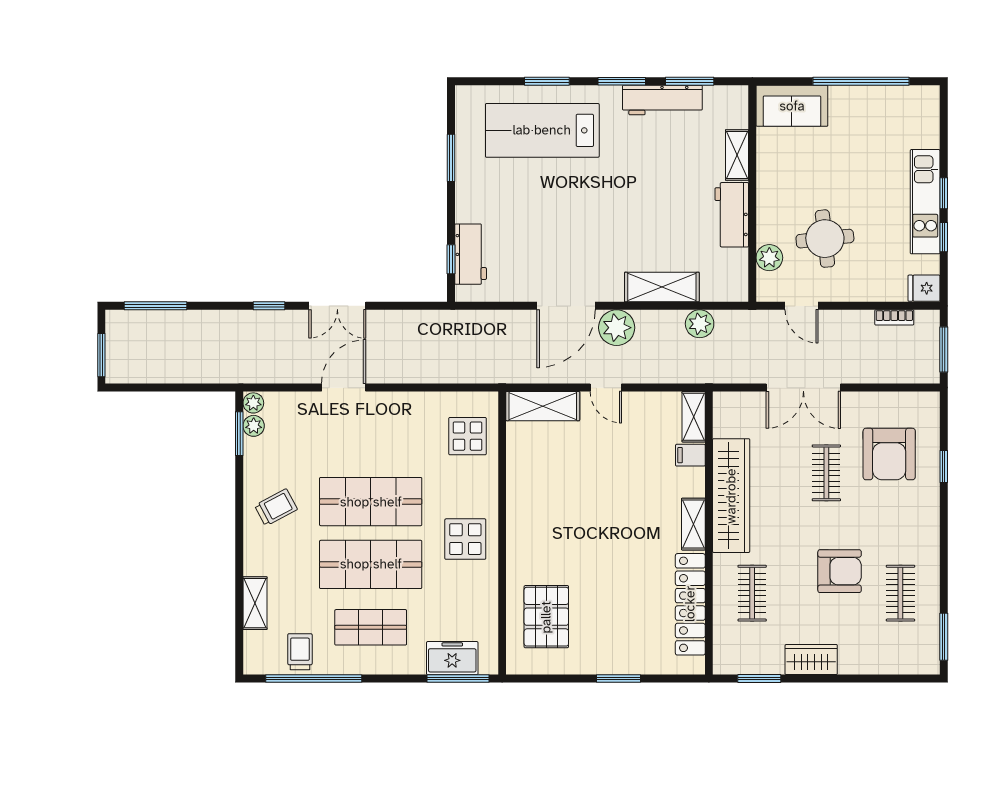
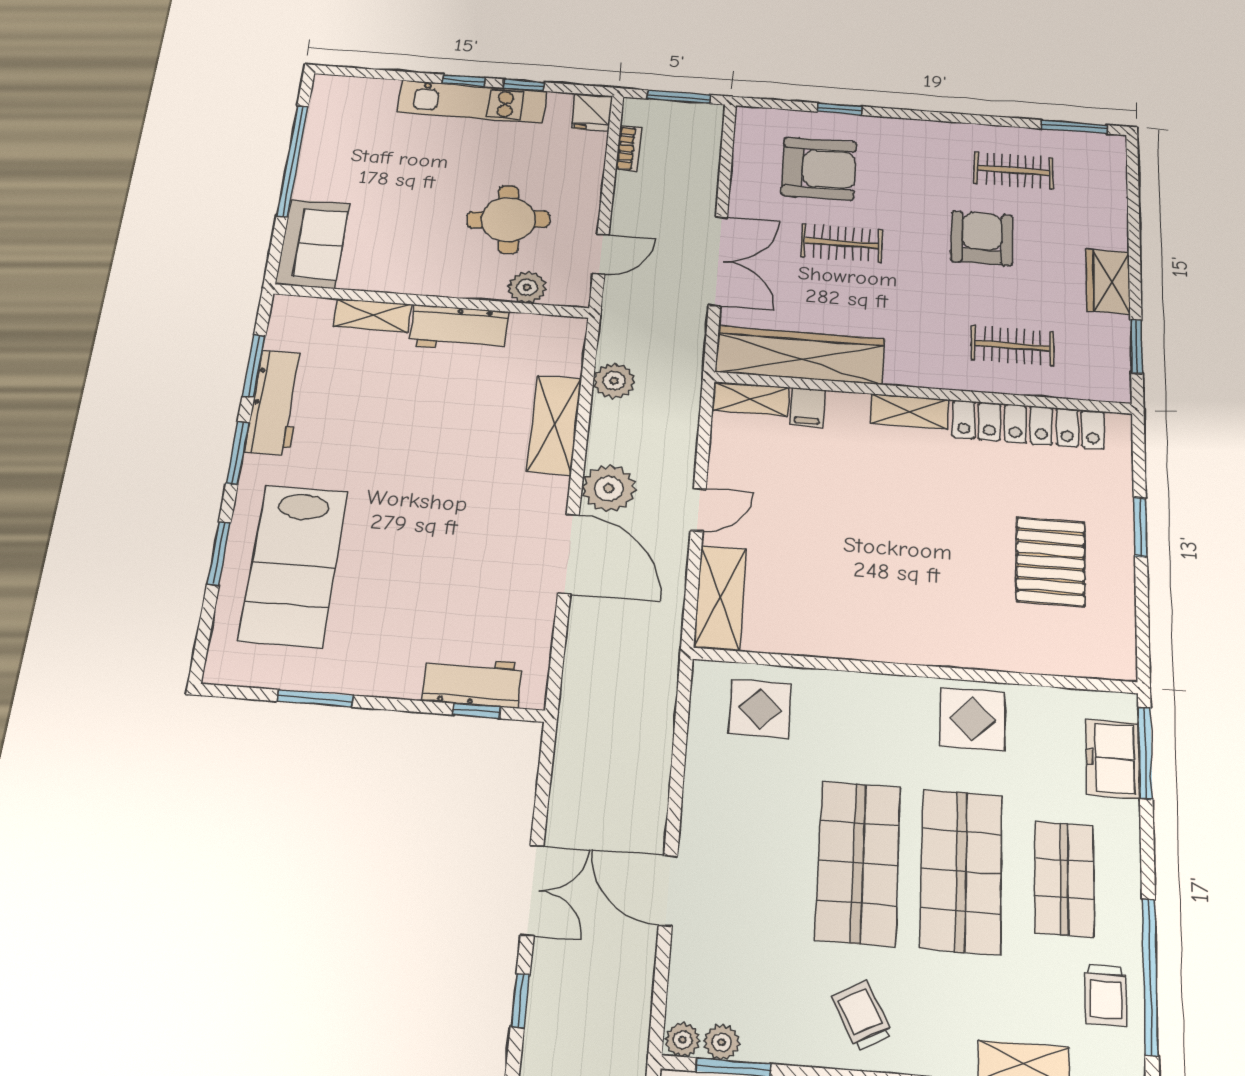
wardrobe: (731, 496) -> (800, 355), moved
display table: (465, 539) -> (972, 719), moved
pallet: (546, 617) -> (1050, 562), moved, turned 90
trolley: (300, 652) -> (1106, 995), turned -90

